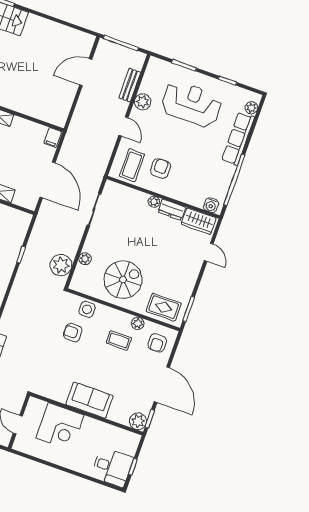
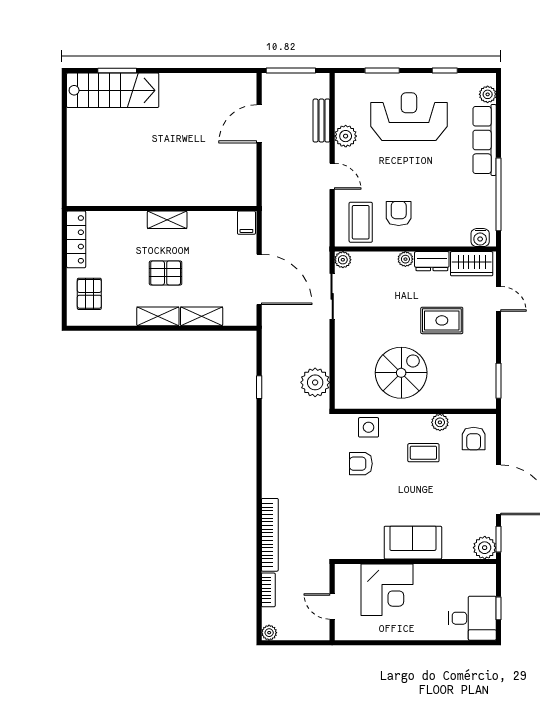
plant: (85, 259) -> (343, 260), moved
rug: (164, 307) -> (442, 320), moved

